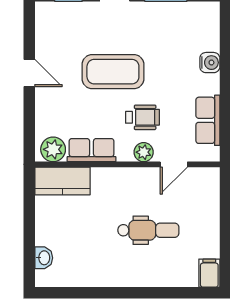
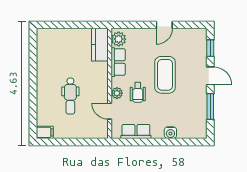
washbasin: (44, 258) -> (54, 33), removed

